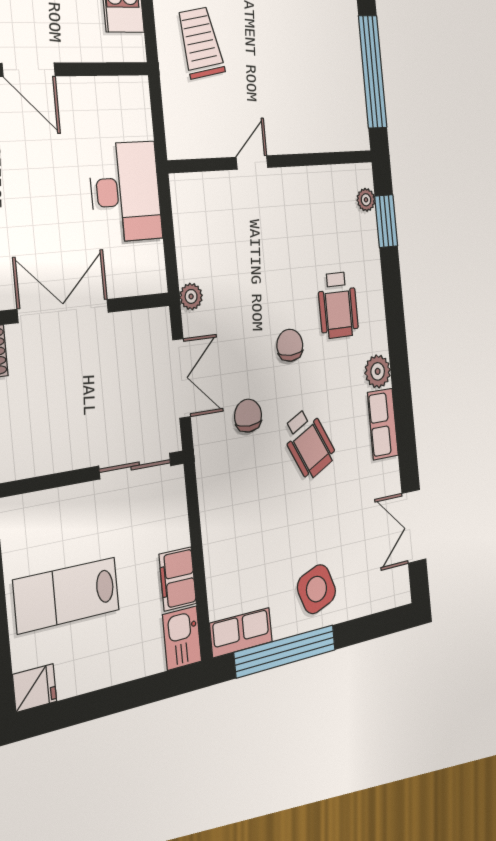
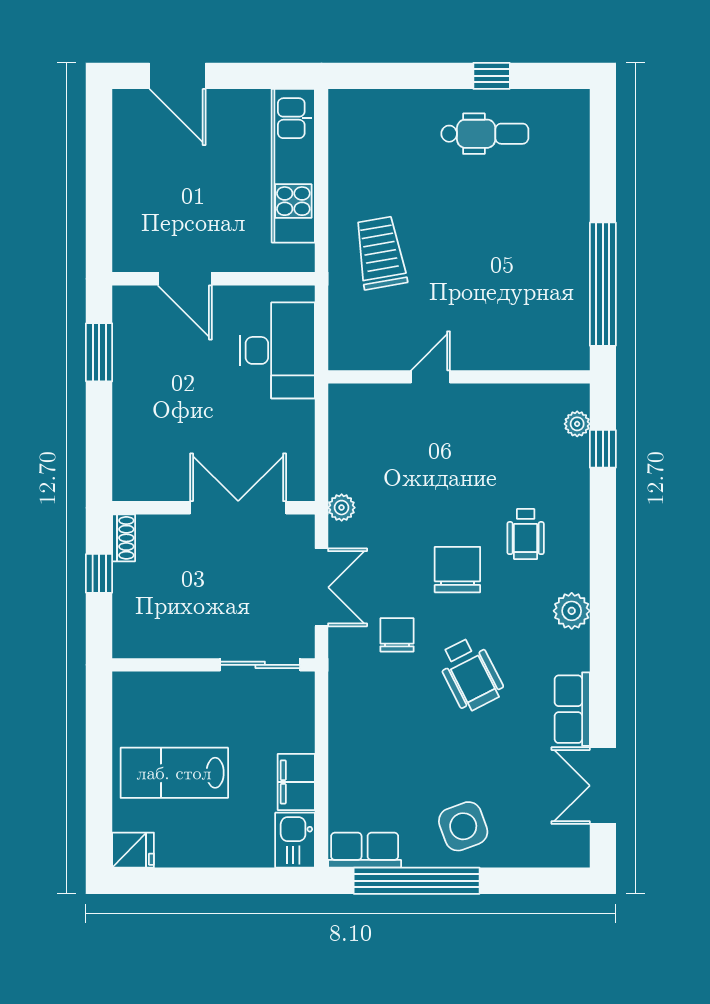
desk: (126, 192) -> (277, 350), moved
window: (386, 221) -> (603, 449), width x0.67
wheelchair: (338, 305) -> (526, 534), width x0.73, depth x0.73
double door: (64, 311) -> (238, 508), moved
chair: (290, 345) -> (457, 570), width x1.37, depth x1.37
row of seats: (383, 424) -> (572, 709), moved

